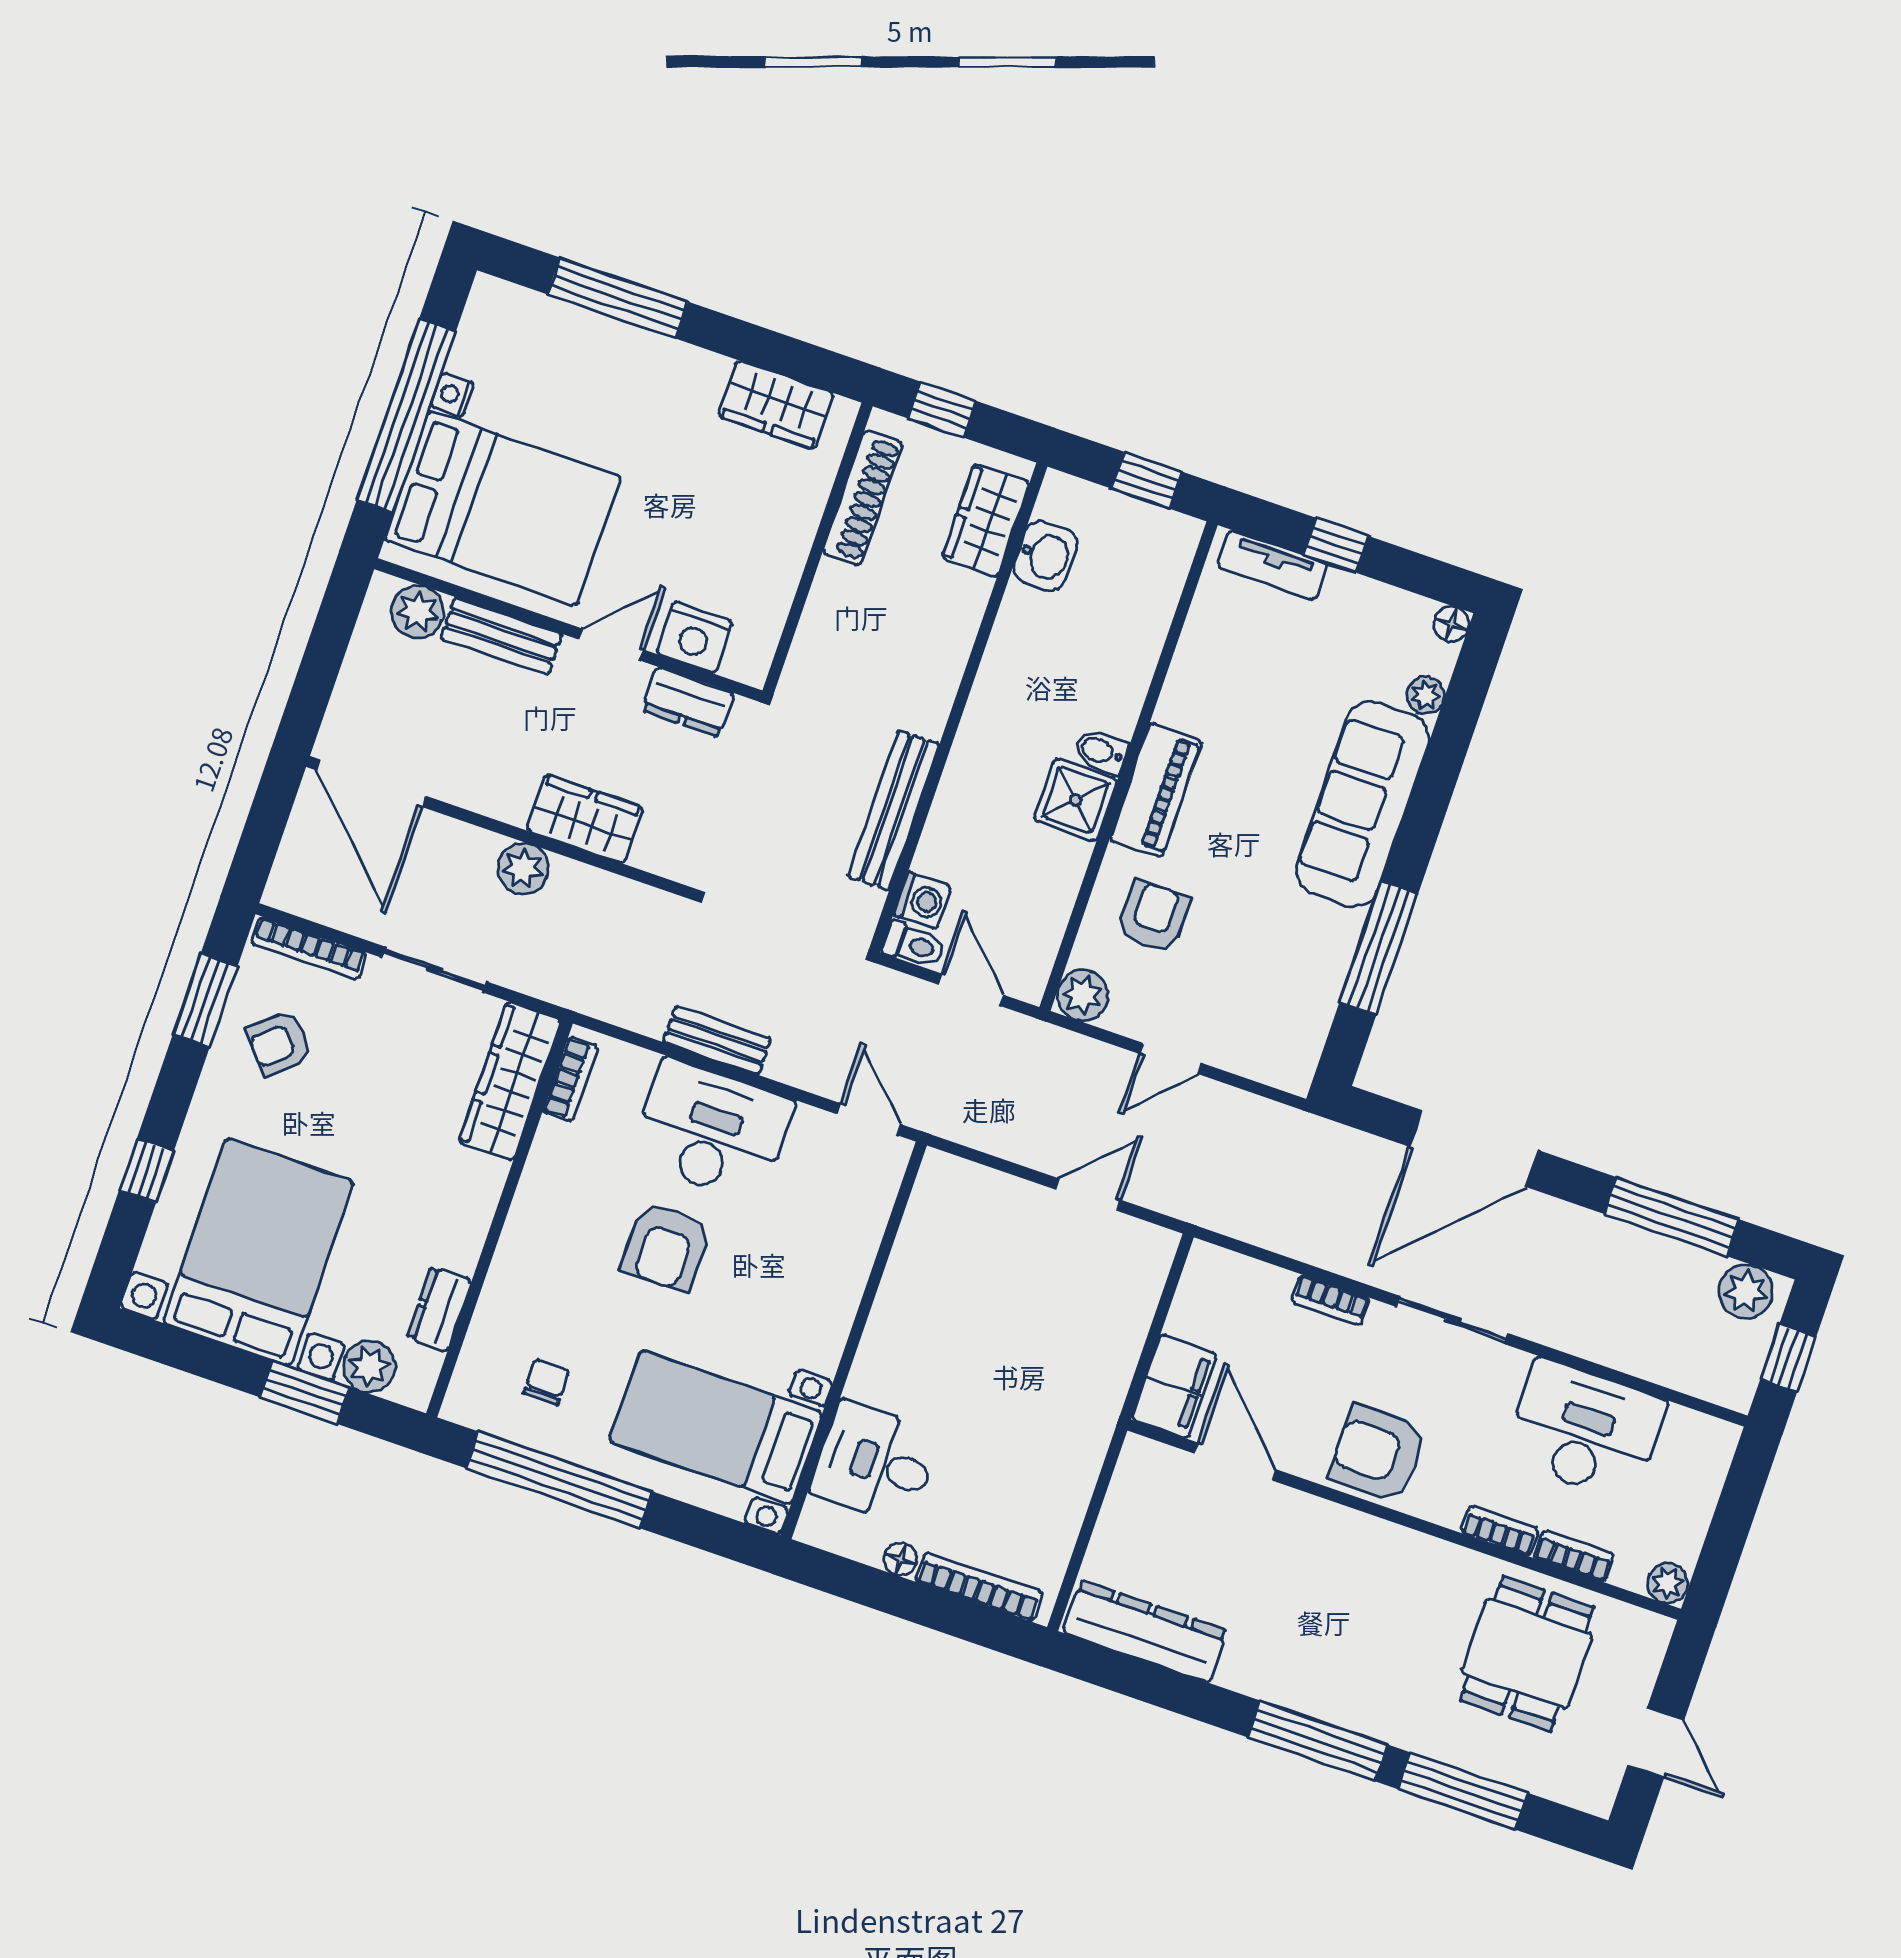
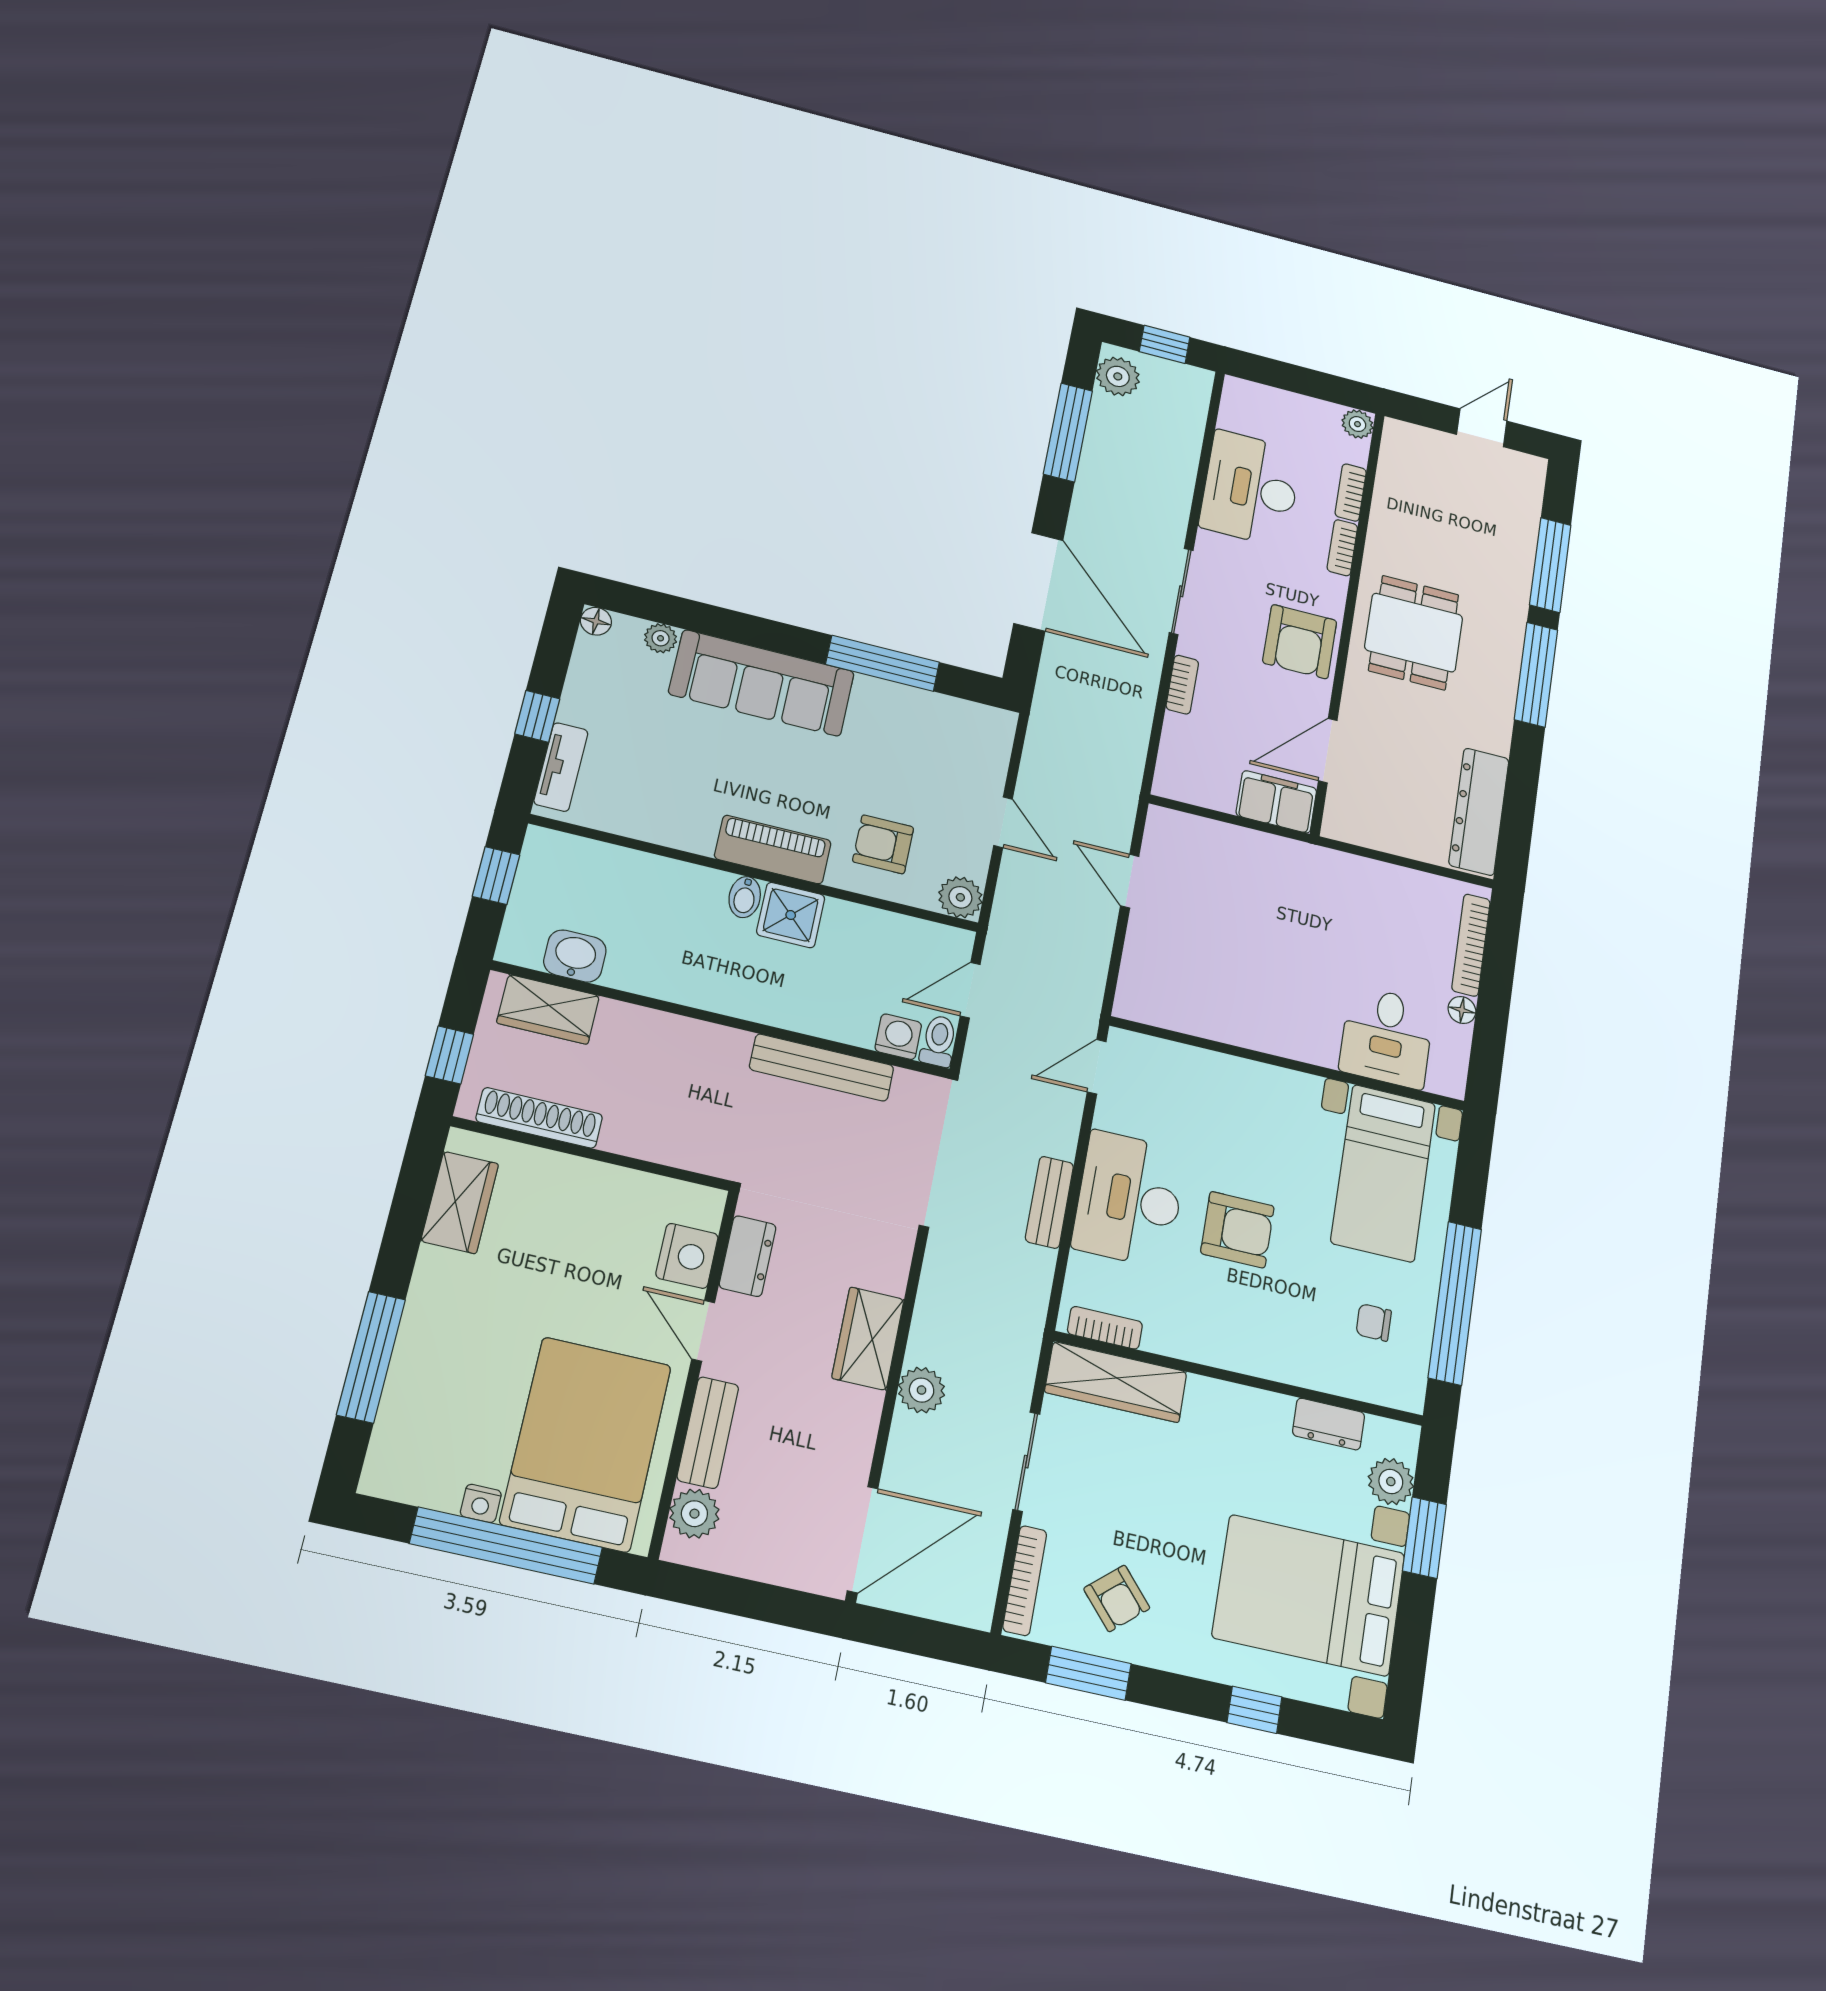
dining table: (1527, 1654) -> (1414, 633), moved, turned 90

